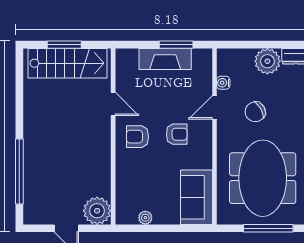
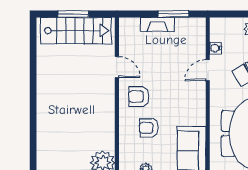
fireplace: (165, 59) -> (157, 25), width x0.73, depth x0.76
armchair: (177, 134) -> (149, 128), moved, turned 180
window: (19, 171) -> (33, 128), removed

